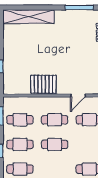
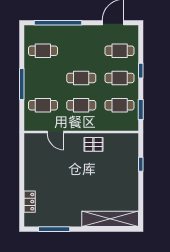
pallet: (44, 84) -> (93, 144), width x0.67, depth x0.71
door: (78, 95) -> (55, 132), swing flipped

